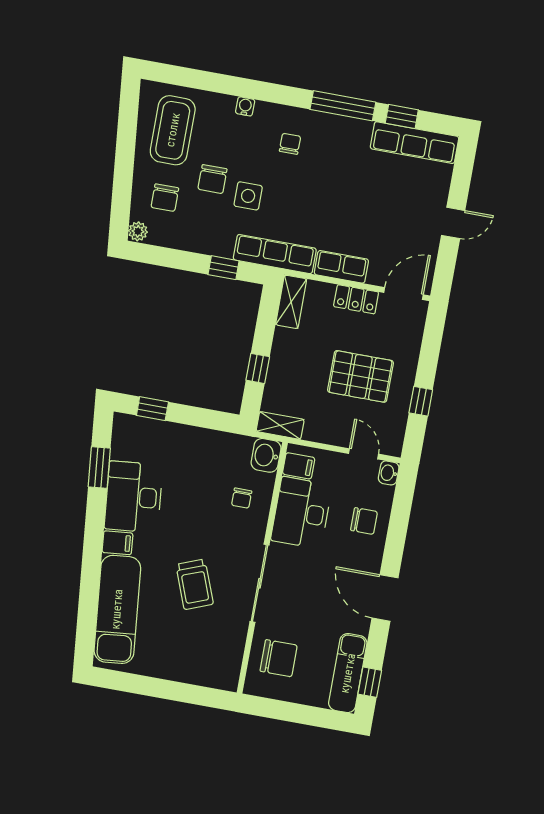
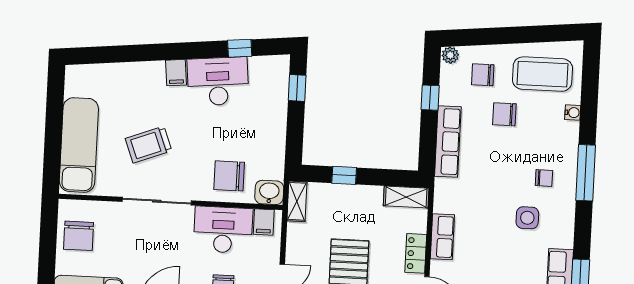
water cooler: (245, 106) -> (573, 113), moved
window: (343, 106) -> (586, 173), moved
side table: (248, 196) -> (527, 218), moved
row of seats: (275, 254) -> (448, 142), moved
window: (224, 268) -> (430, 98), moved
window: (99, 467) -> (240, 48), width x0.67
chair: (242, 498) -> (229, 176), width x1.87, depth x1.87
exam couch: (117, 609) -> (79, 145), moved, turned -84
chair: (279, 658) -> (79, 236), moved

